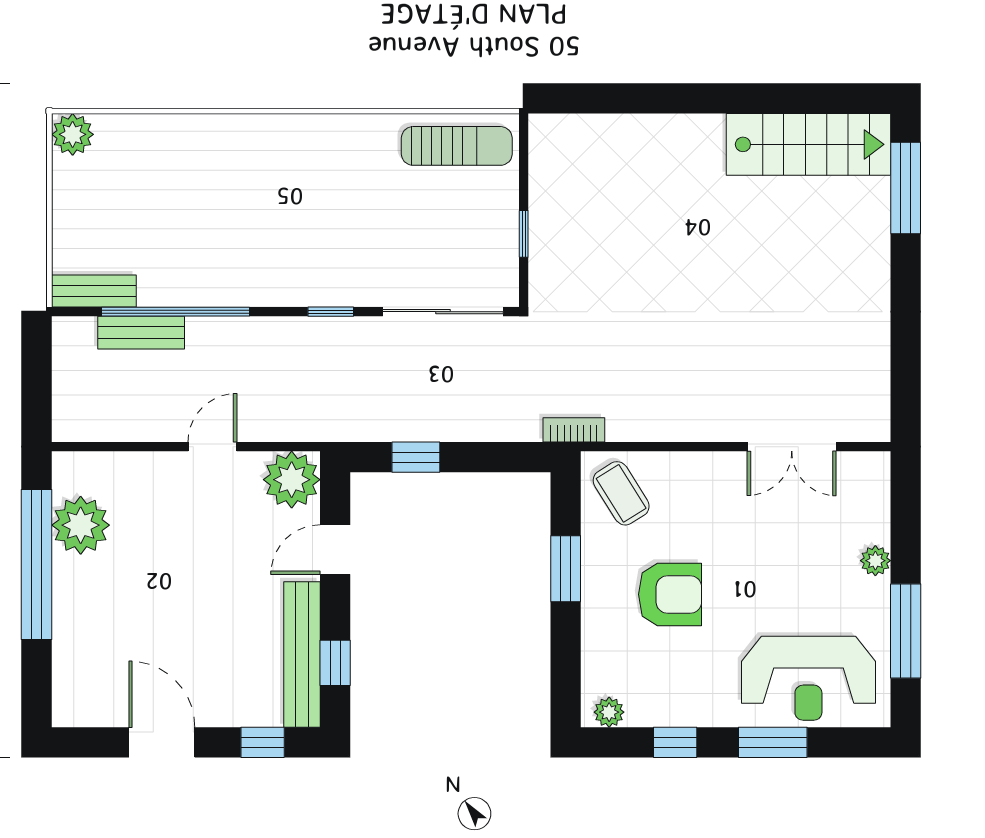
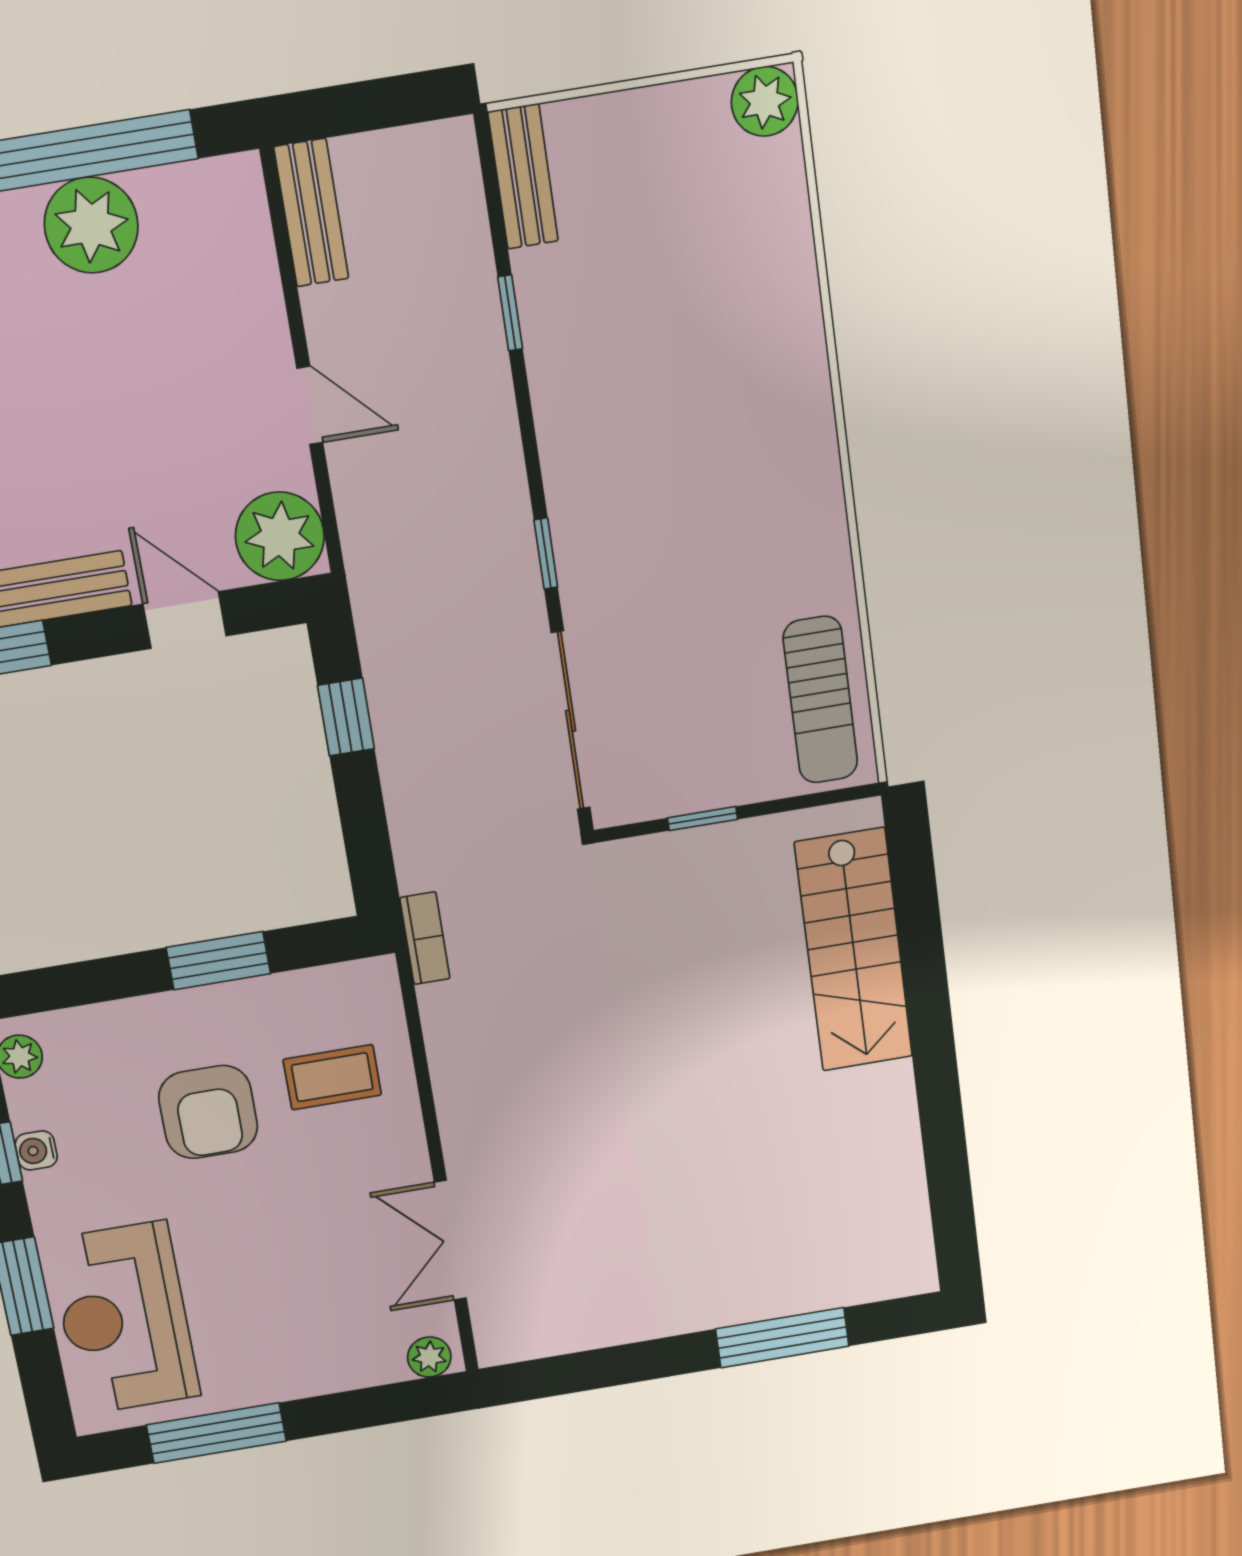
stairs: (809, 144) -> (854, 950), moved
window: (906, 188) -> (782, 1338), moved
window: (176, 312) -> (510, 313), width x0.32
bench: (141, 333) -> (311, 213), moved
coffee table: (621, 493) -> (332, 1077), moved, turned 32
plant: (81, 525) -> (91, 225), moved
plant: (875, 561) -> (429, 1357), moved
water cooler: (677, 714) -> (36, 1150), added

